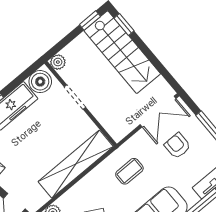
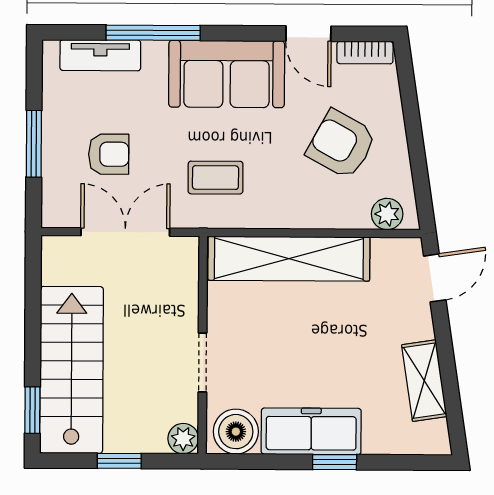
window: (90, 20) -> (119, 461), moved
double door: (158, 112) -> (125, 232), moved
armchair: (177, 146) -> (109, 154), turned -90

